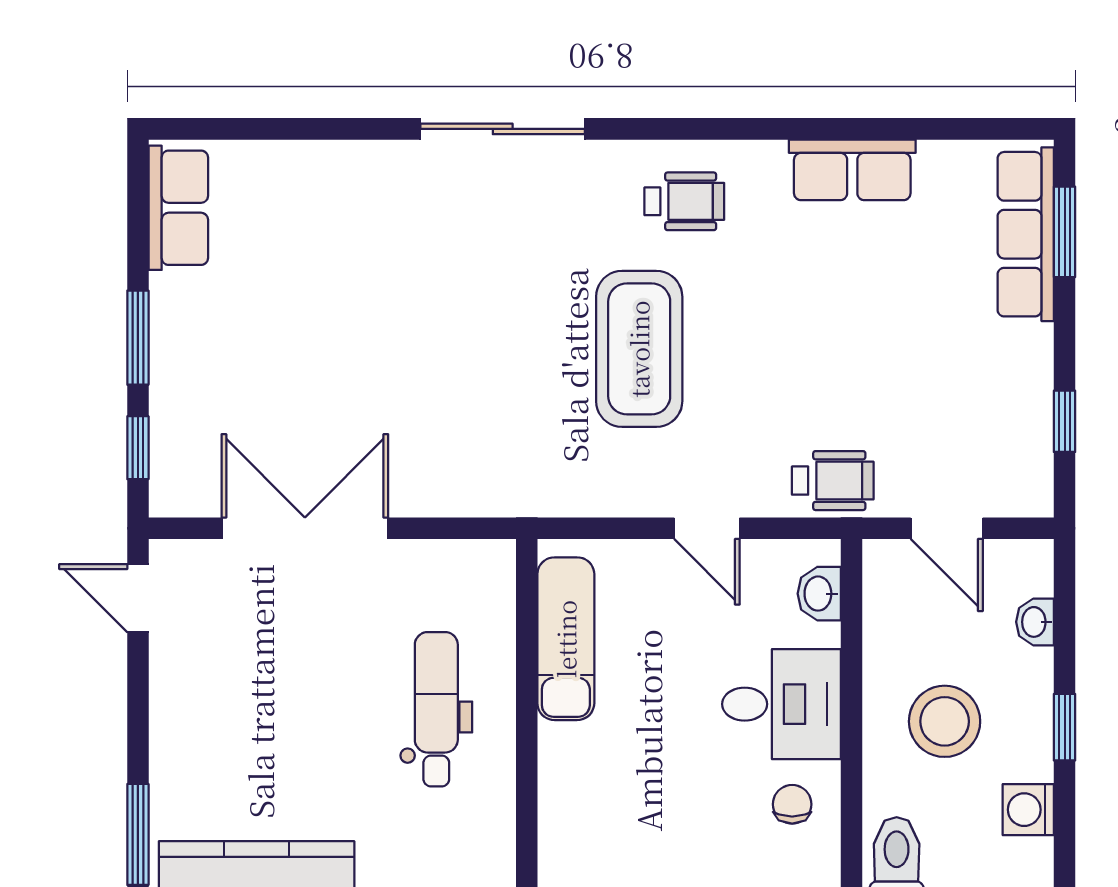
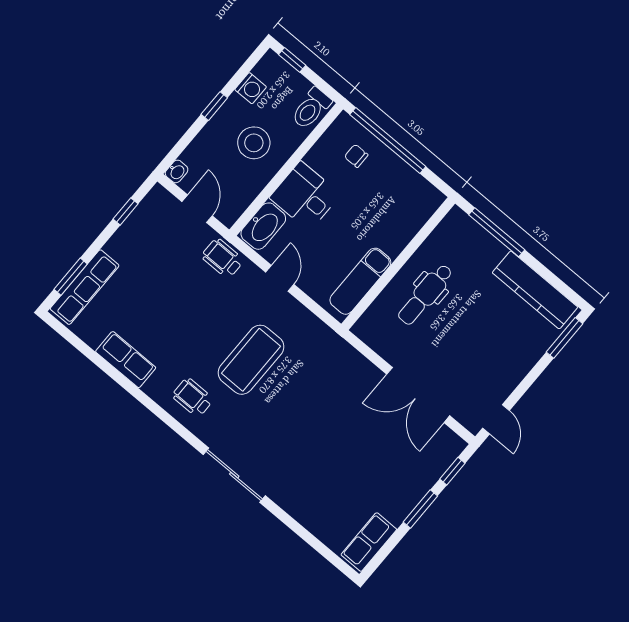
washbasin: (819, 594) -> (263, 226), width x1.91, depth x1.45
washbasin: (1035, 622) -> (177, 171), moved
chair: (792, 804) -> (356, 156), moved, turned 90

